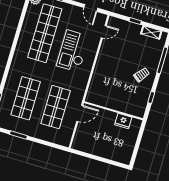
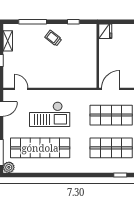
door: (80, 113) -> (110, 89), hinge flipped
fridge: (123, 121) -> (105, 31), moved

